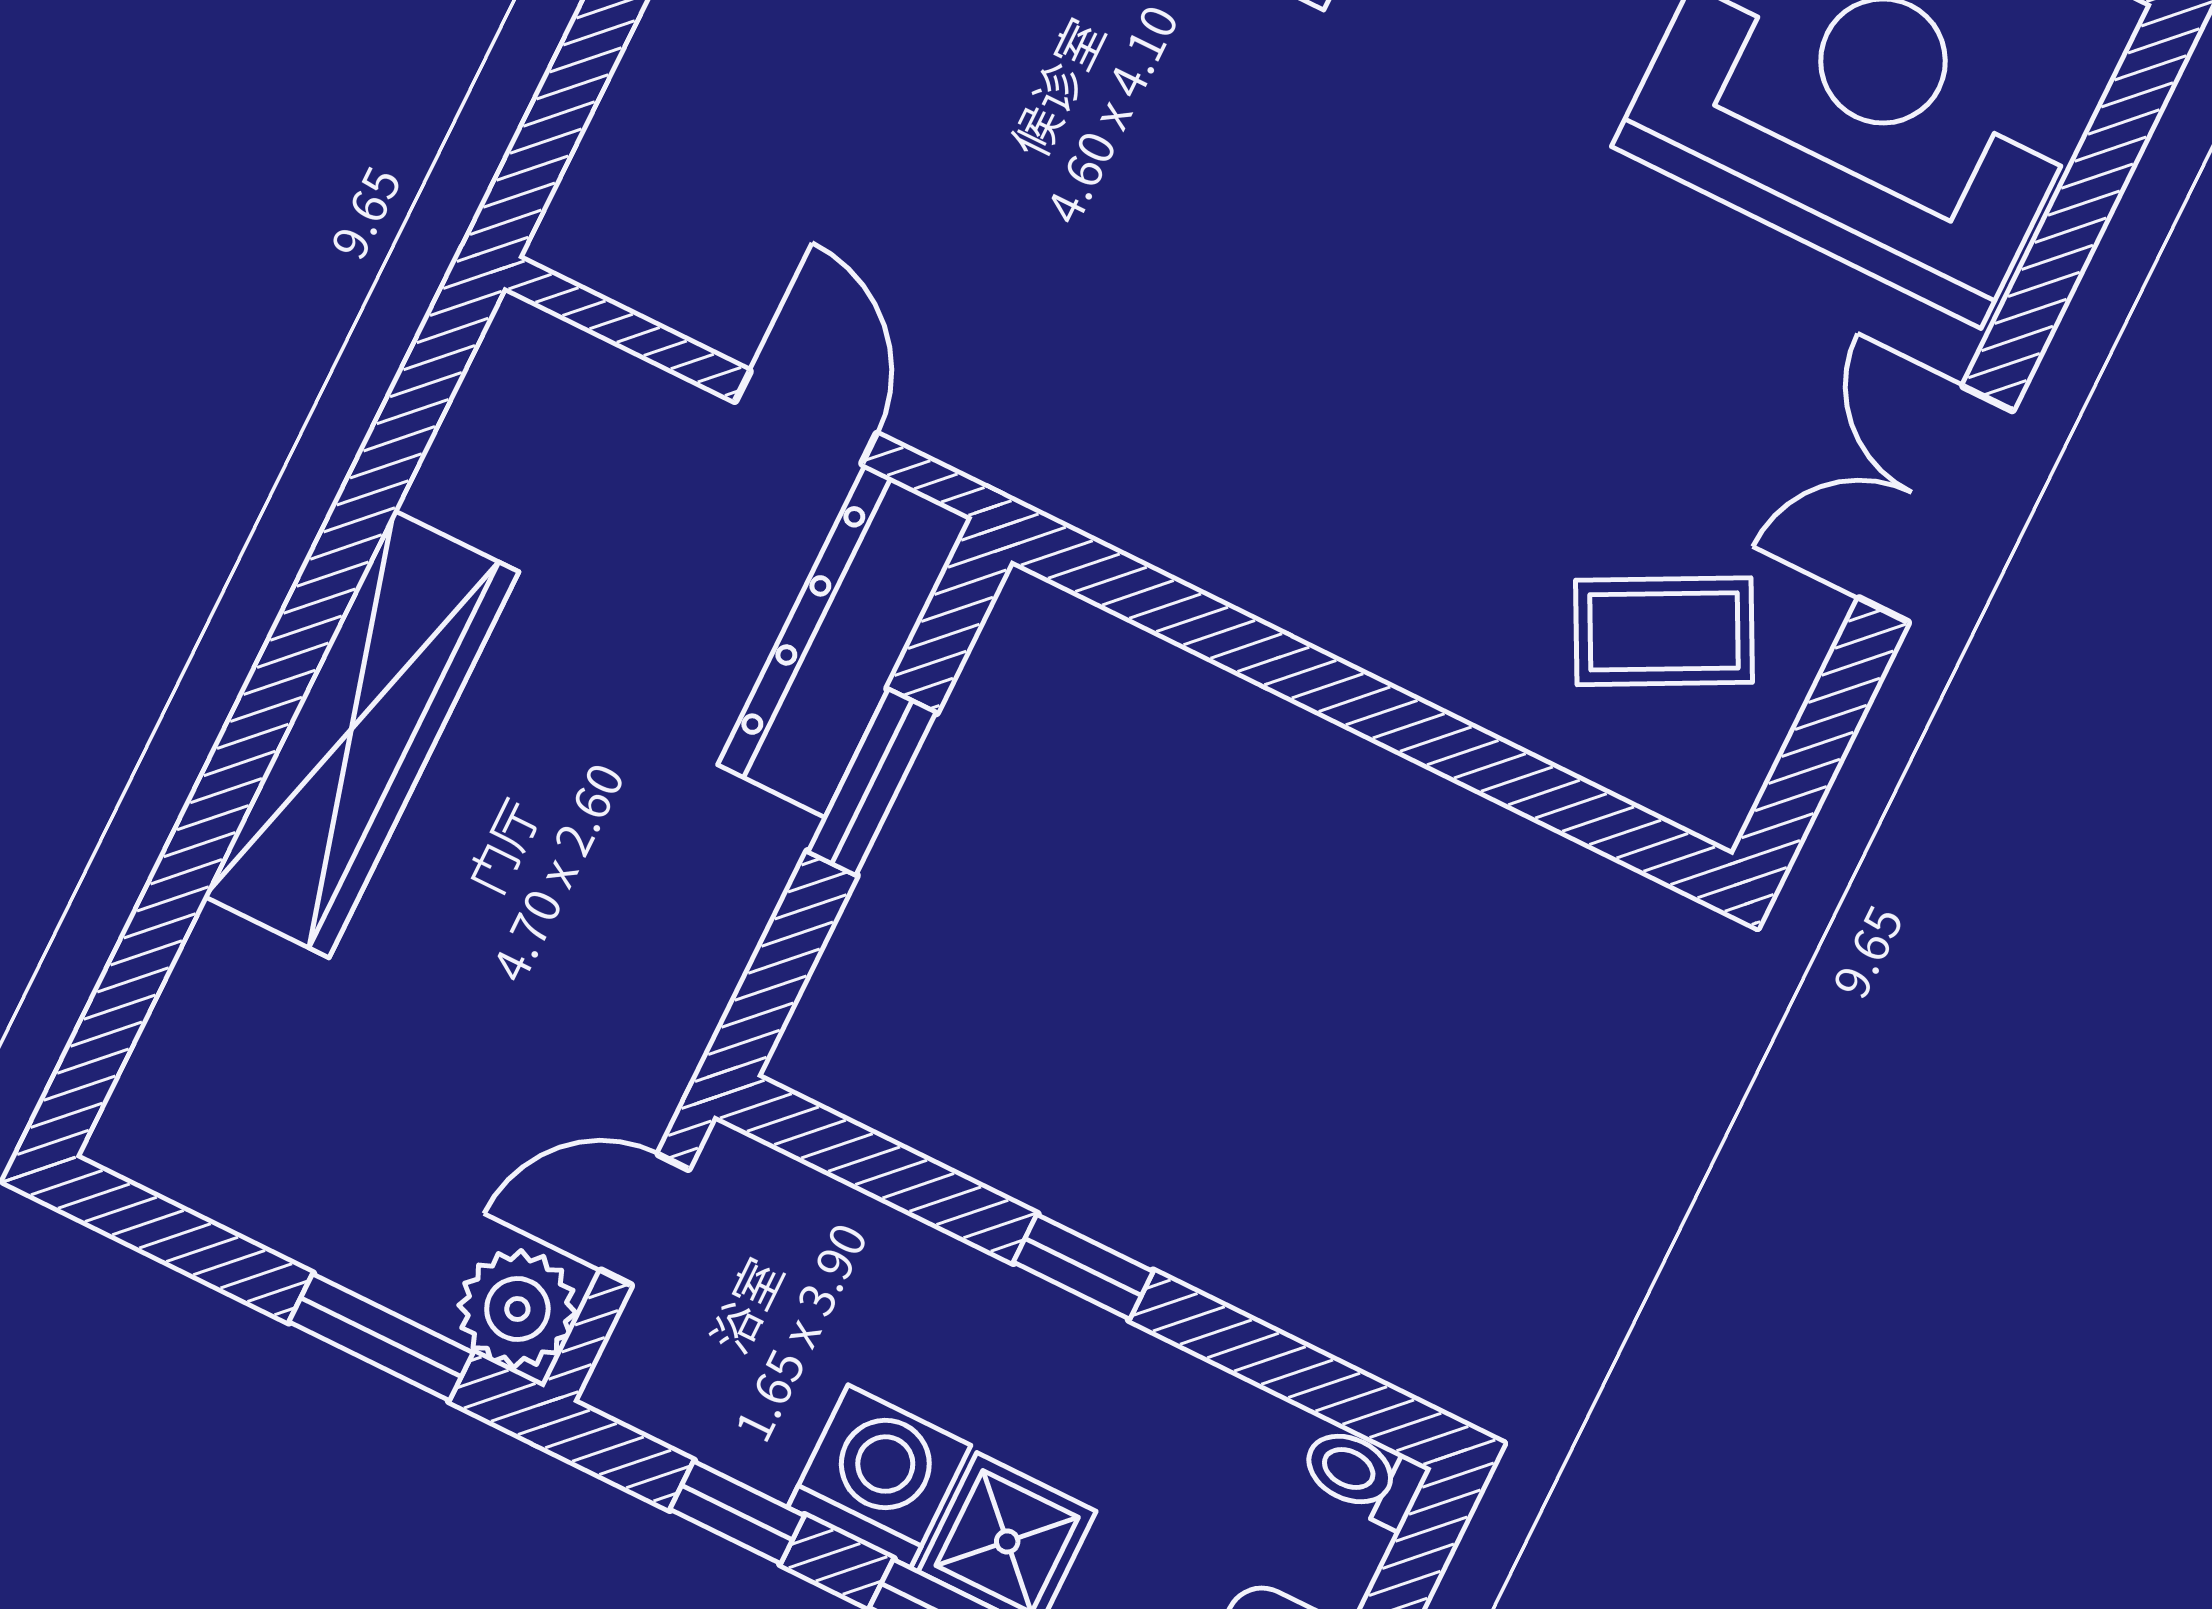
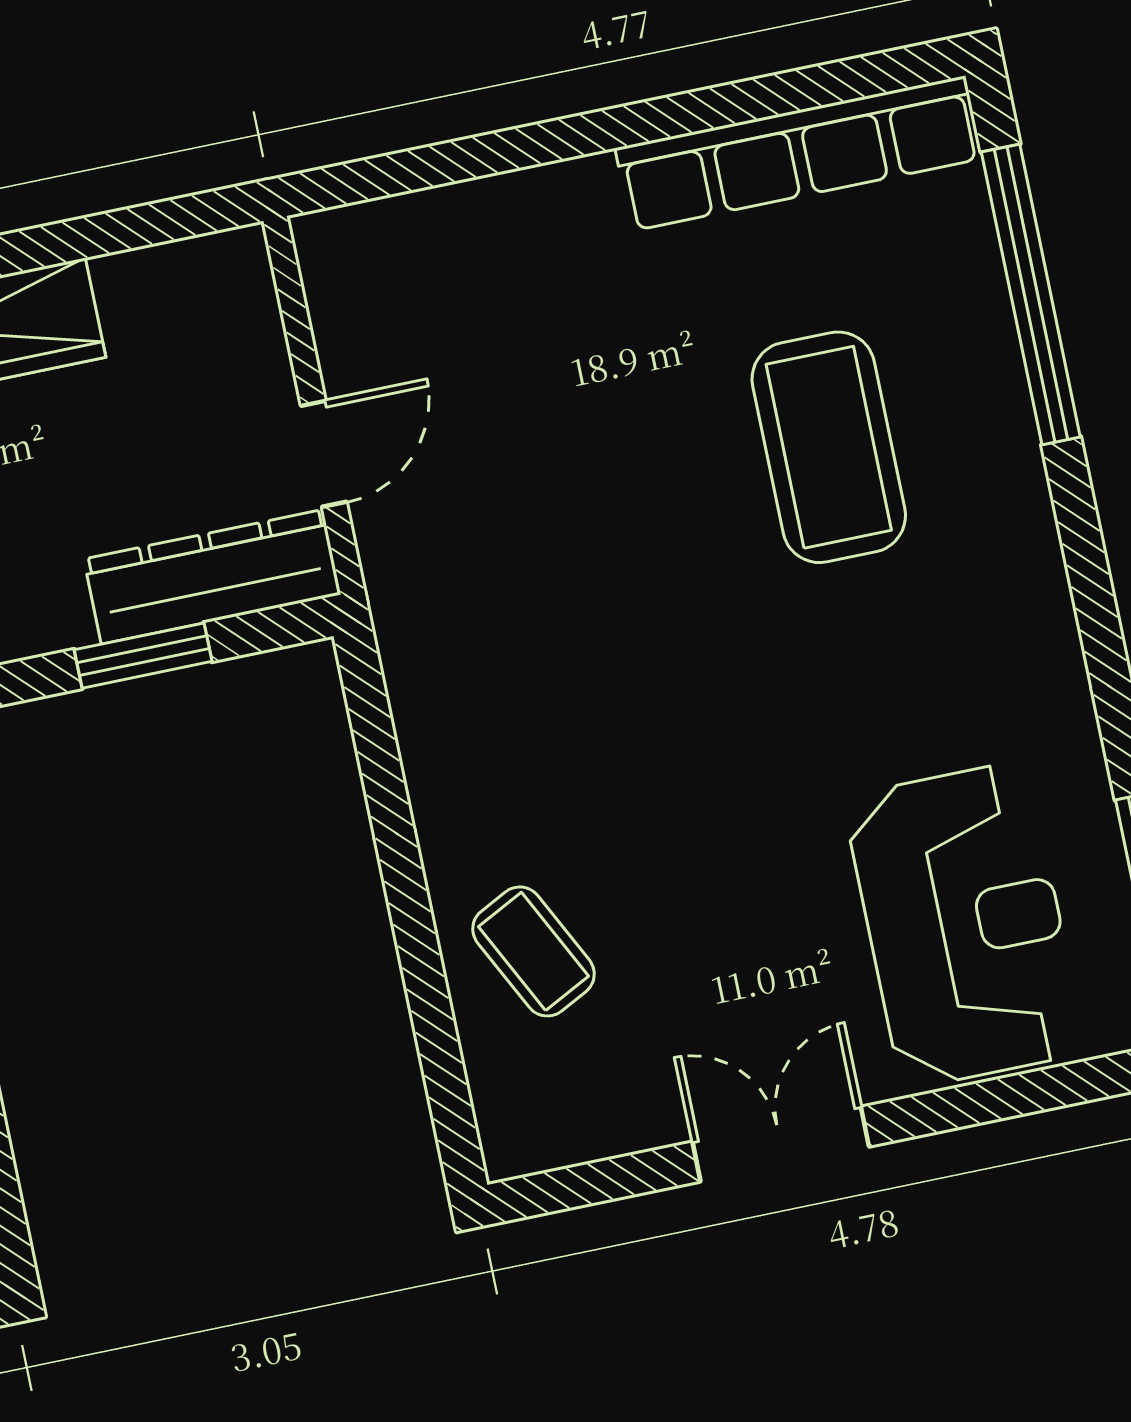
coffee table: (1664, 631) -> (534, 951), moved

